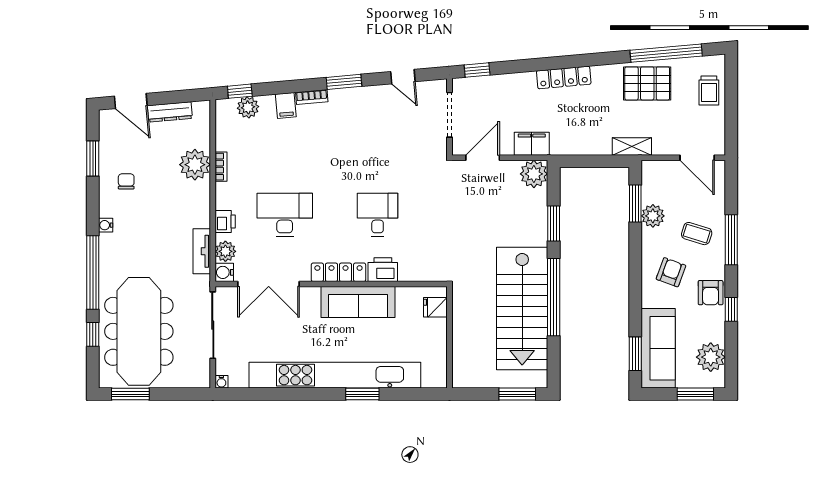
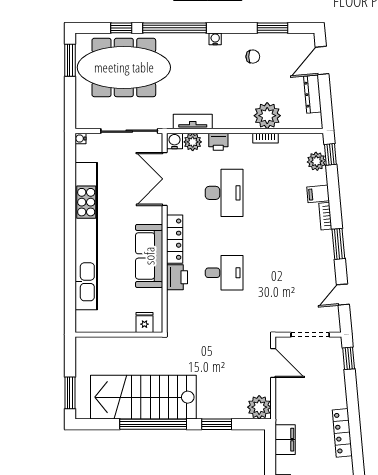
filing cabinet: (532, 144) -> (285, 440), moved
window: (362, 394) -> (70, 260), removed

